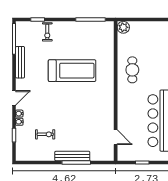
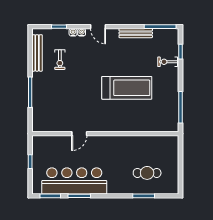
plant: (123, 27) -> (172, 142), removed
cafe table: (132, 70) -> (147, 173), moved
treadmill: (72, 71) -> (127, 88), turned -90
door: (116, 137) -> (79, 134), moved
bench: (72, 156) -> (37, 53), moved

